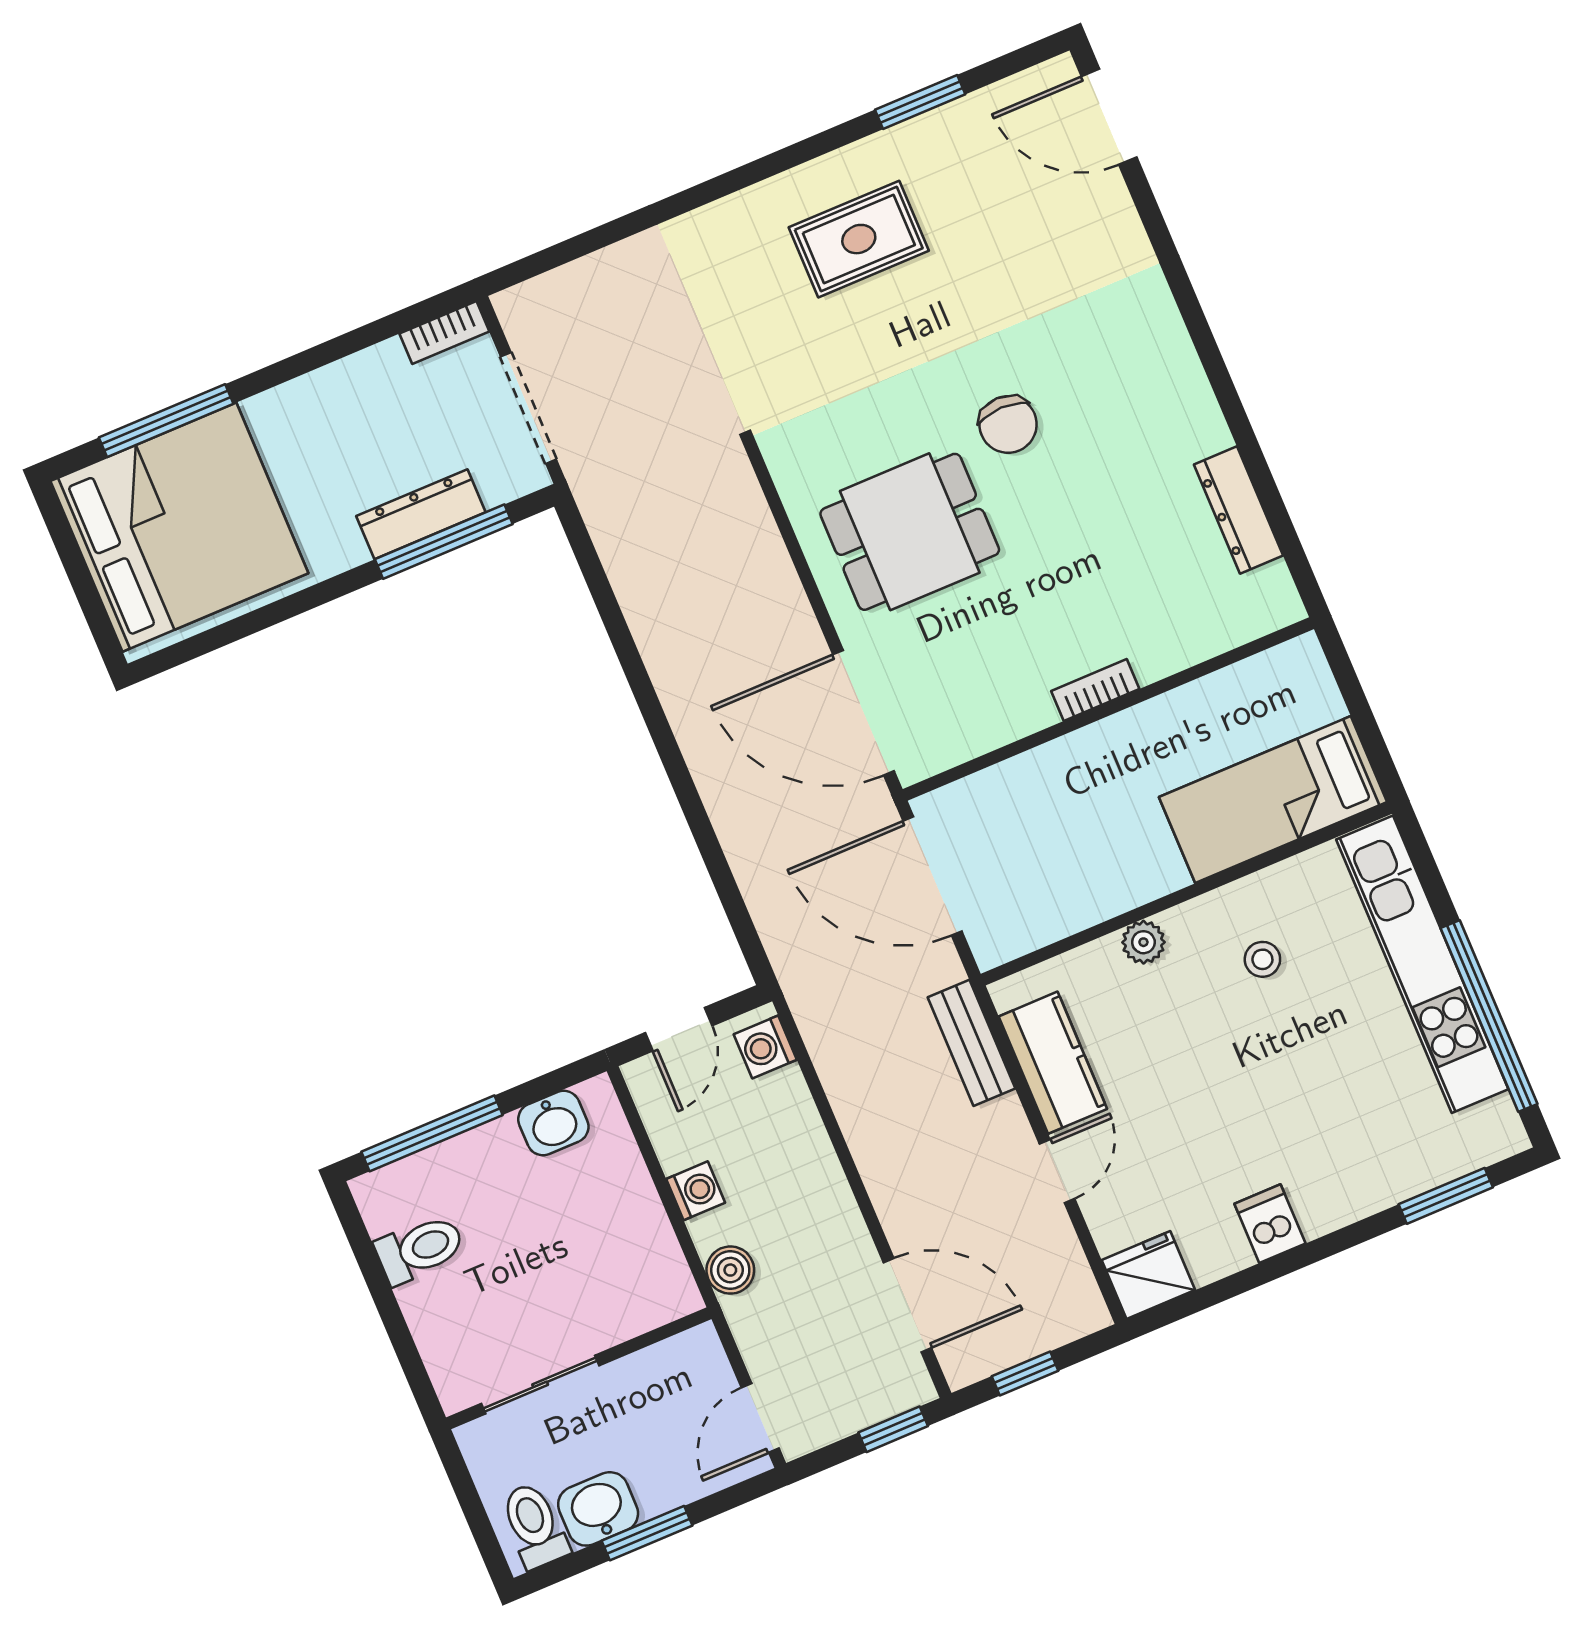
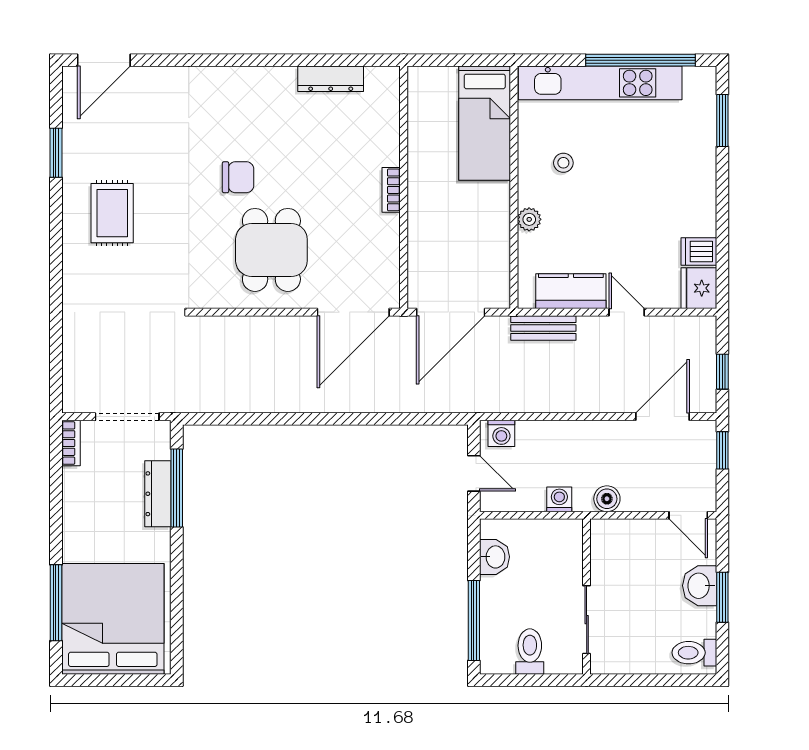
dishwasher: (1270, 1224) -> (699, 252), moved
wall: (579, 1368) -> (587, 597), moved
sliding door: (540, 1385) -> (587, 620), moved
washbasin: (598, 1509) -> (700, 586), moved

